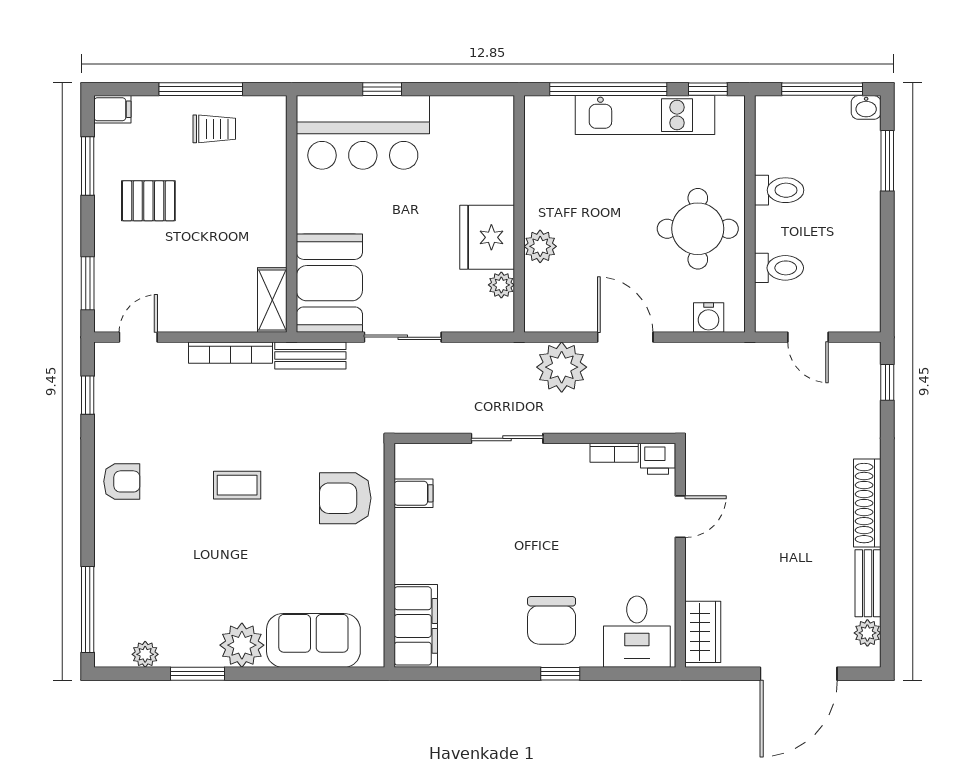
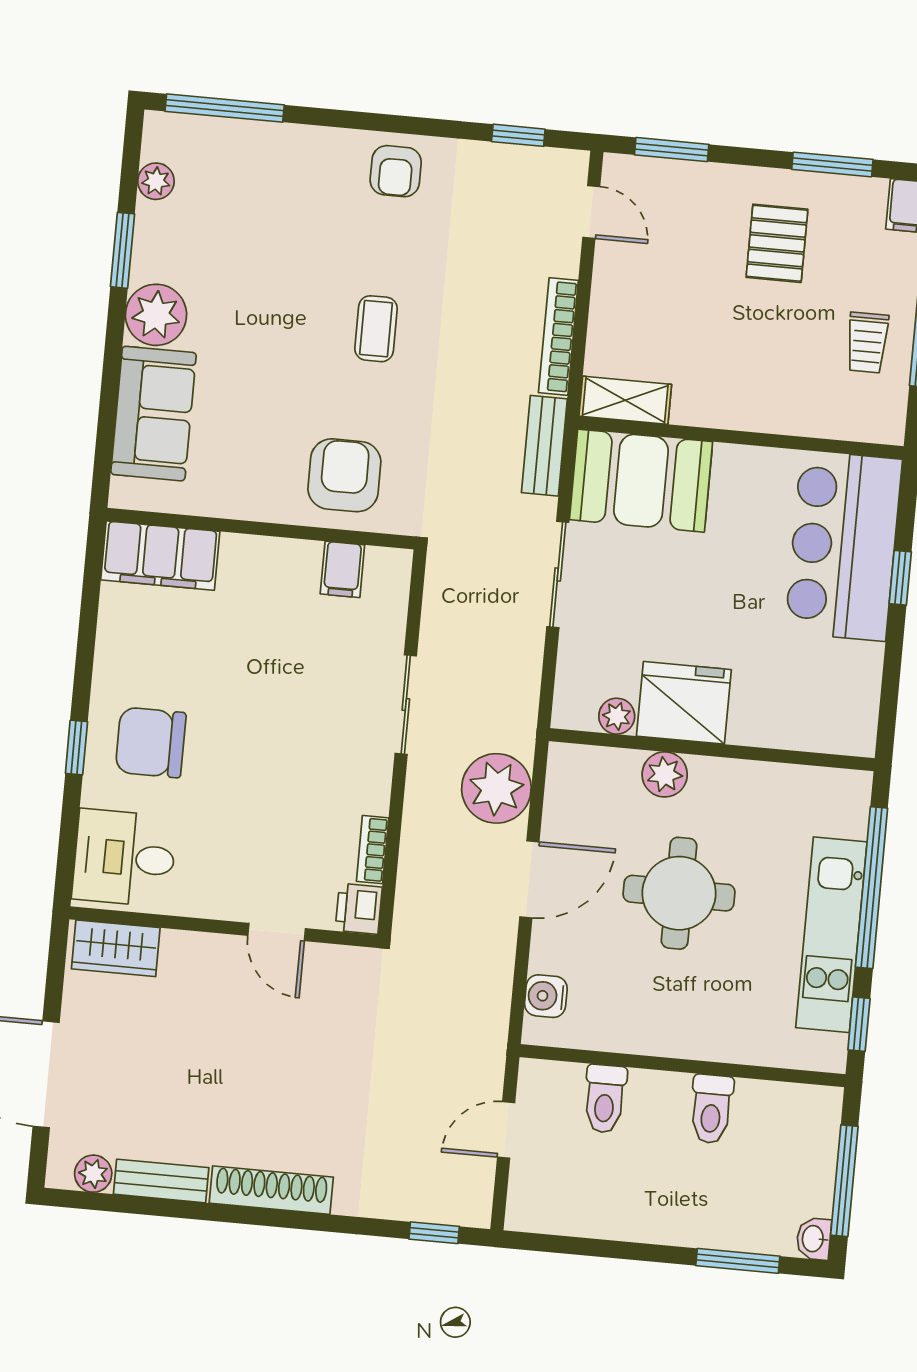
round table: (698, 229) -> (679, 893), moved

